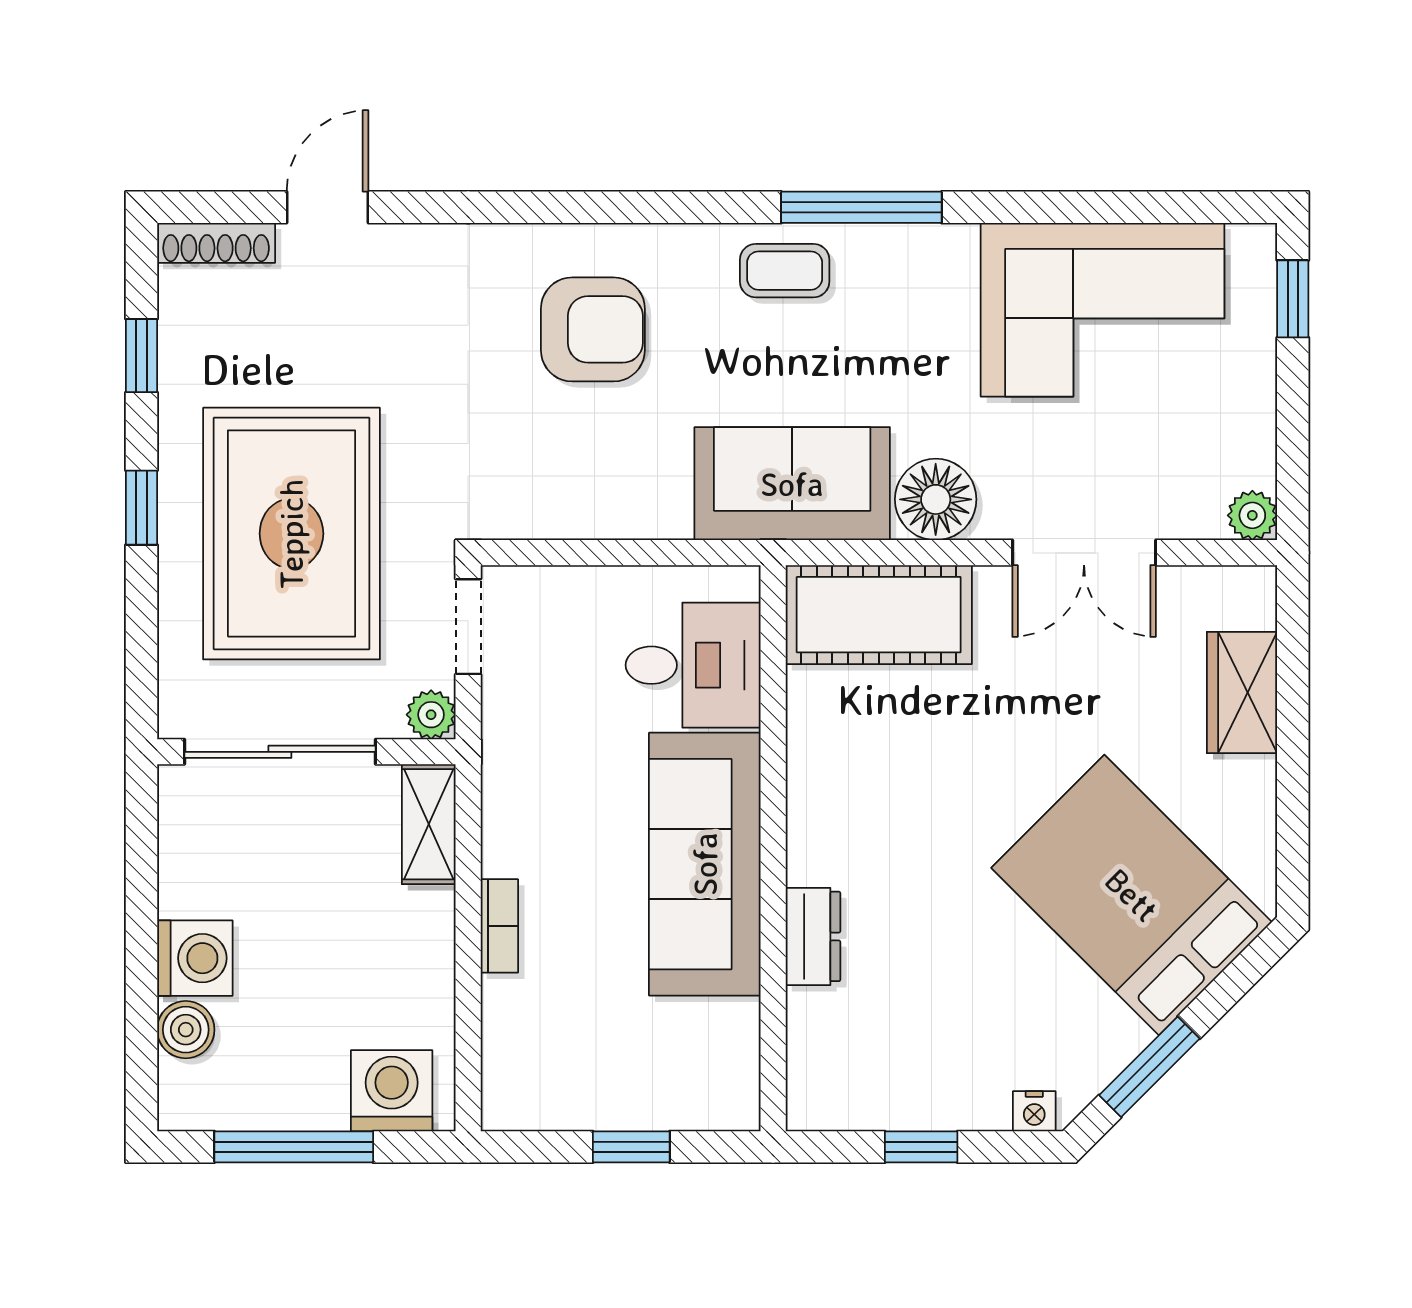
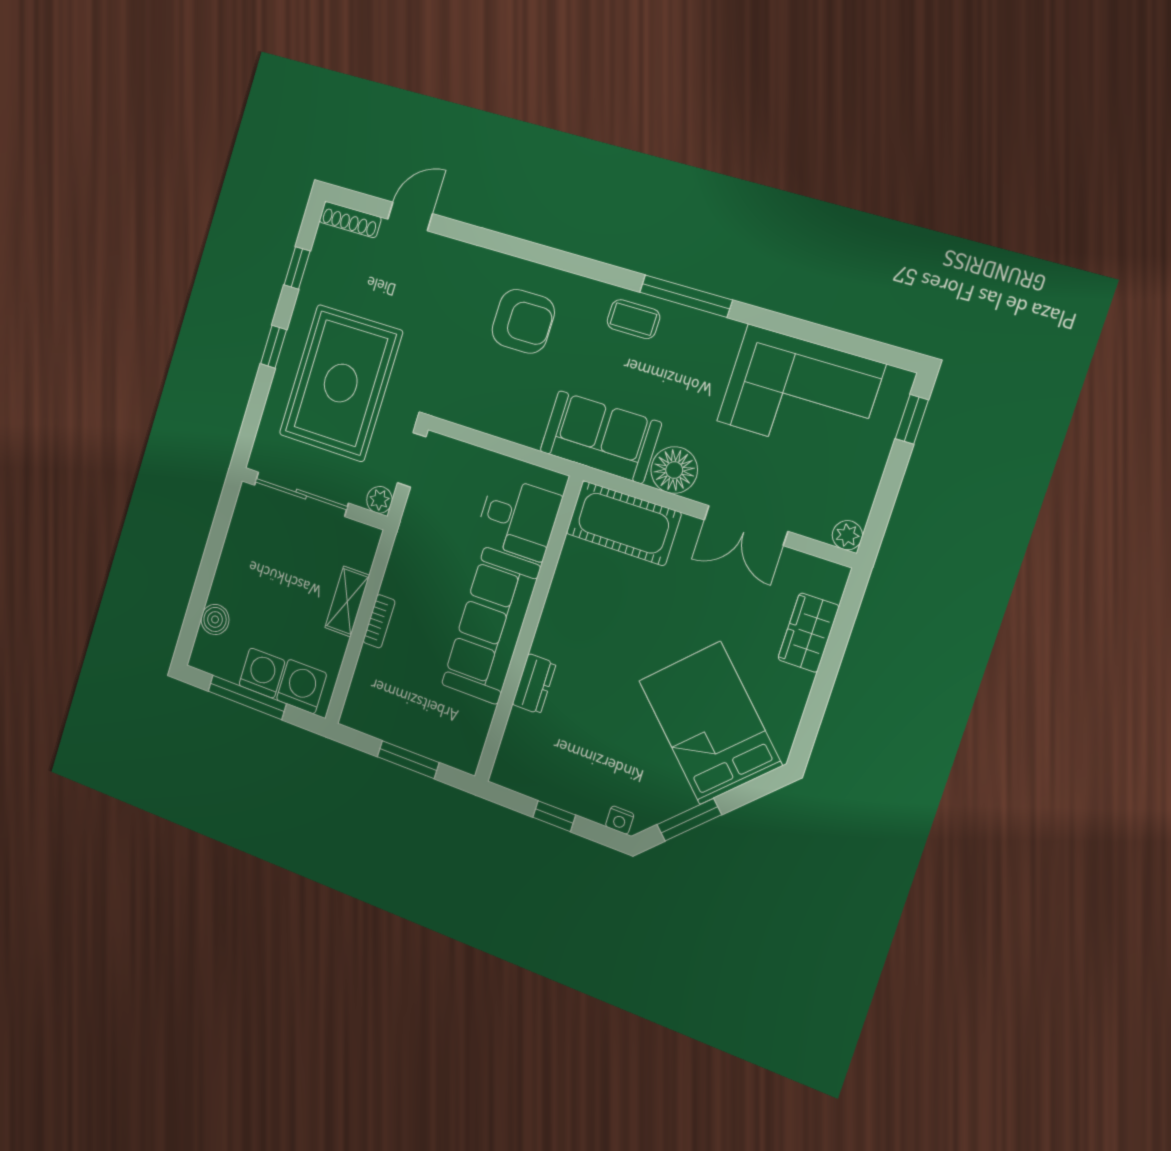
shelving: (429, 824) -> (347, 601), moved
washing machine: (195, 958) -> (262, 673), moved, turned -90
window: (631, 1147) -> (408, 760), width x1.50

